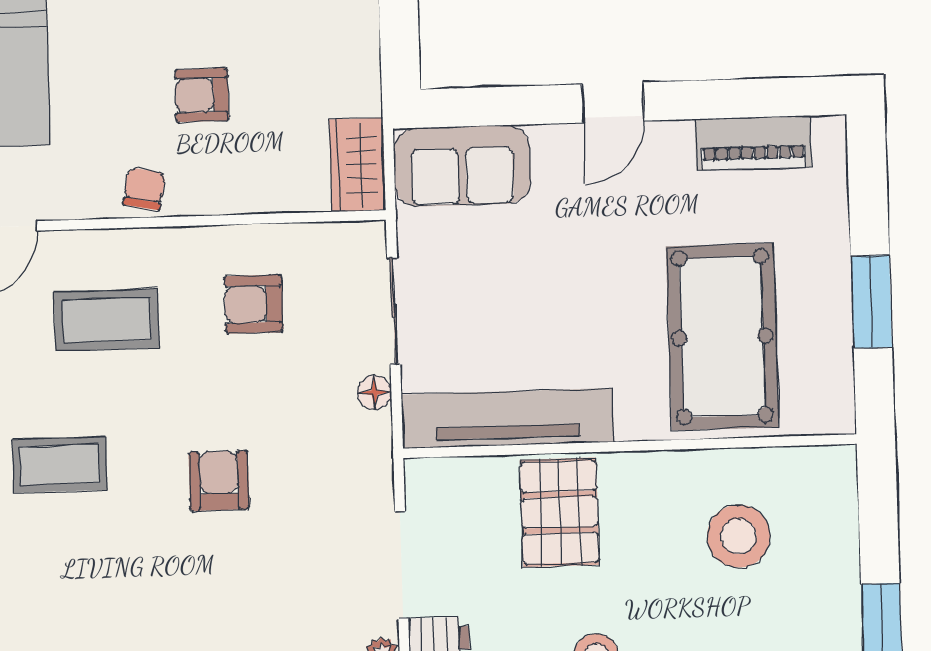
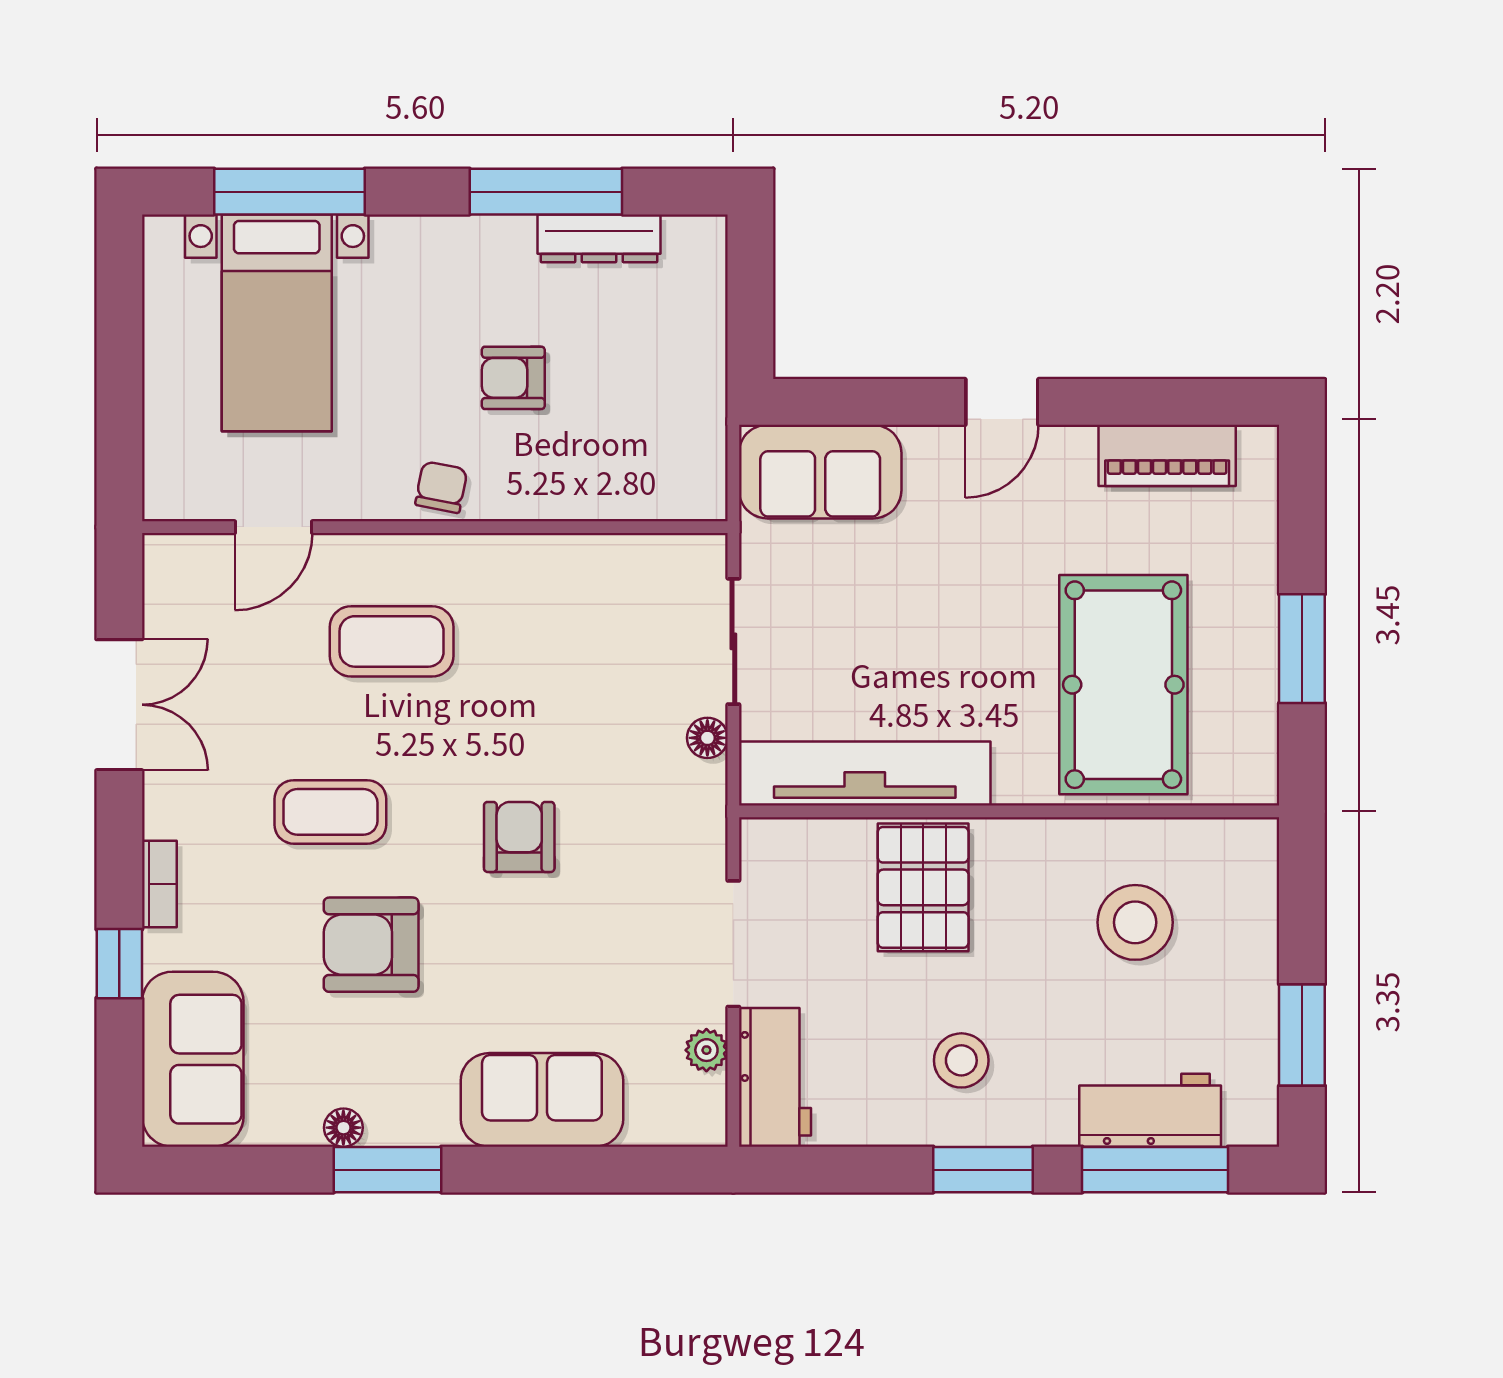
wardrobe: (357, 165) -> (696, 466), removed
armchair: (254, 304) -> (371, 945), moved, width x1.38, depth x1.38

